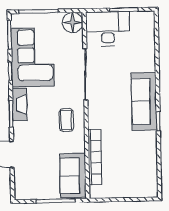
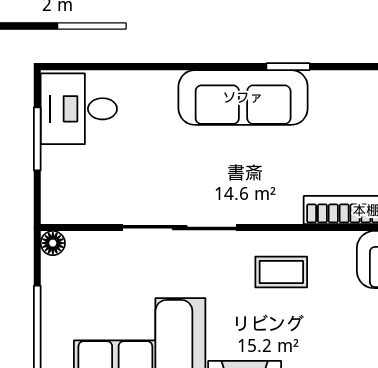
floor lamp: (73, 22) -> (53, 243), width x0.53, depth x0.53
desk: (108, 29) -> (79, 109), moved, width x0.73

